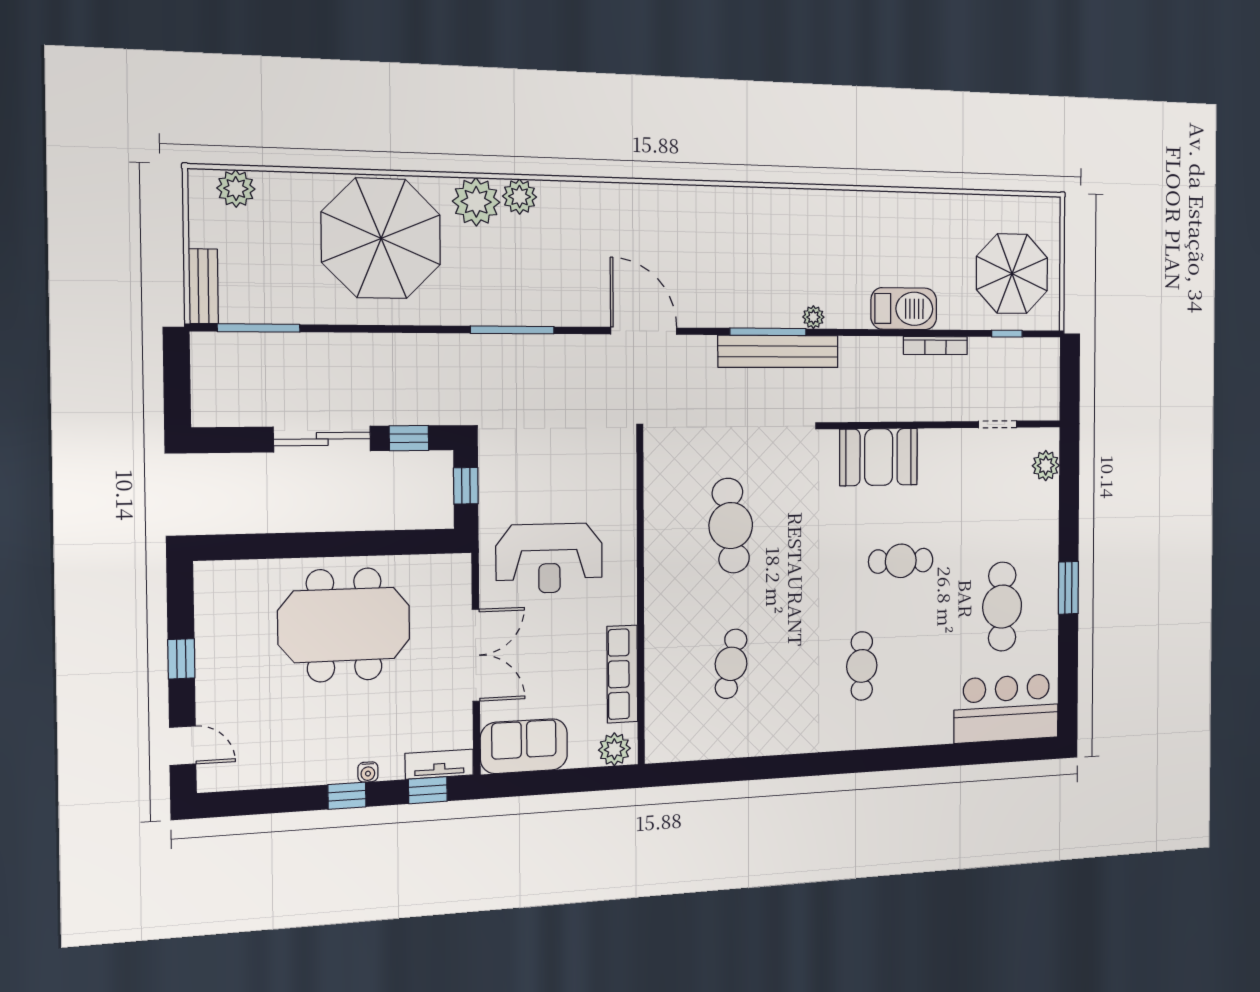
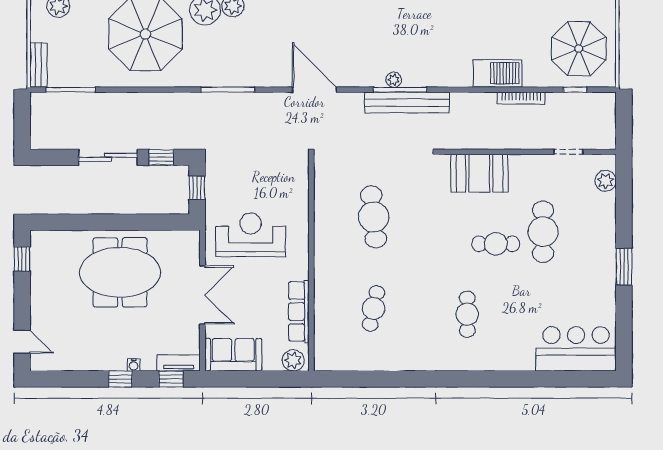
plant: (813, 317) -> (394, 80), moved
reception desk: (549, 558) -> (251, 235), turned 180
cafe table: (1002, 607) -> (543, 232), moved
window: (181, 659) -> (22, 259), moved

